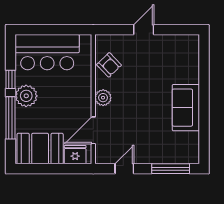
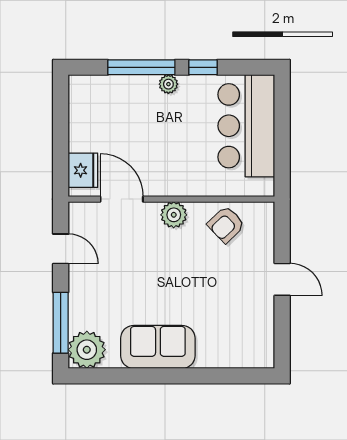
plant: (26, 96) -> (168, 84), width x0.53, depth x0.53
booth: (40, 149) -> (93, 114), removed
plant: (188, 152) -> (87, 350), added

